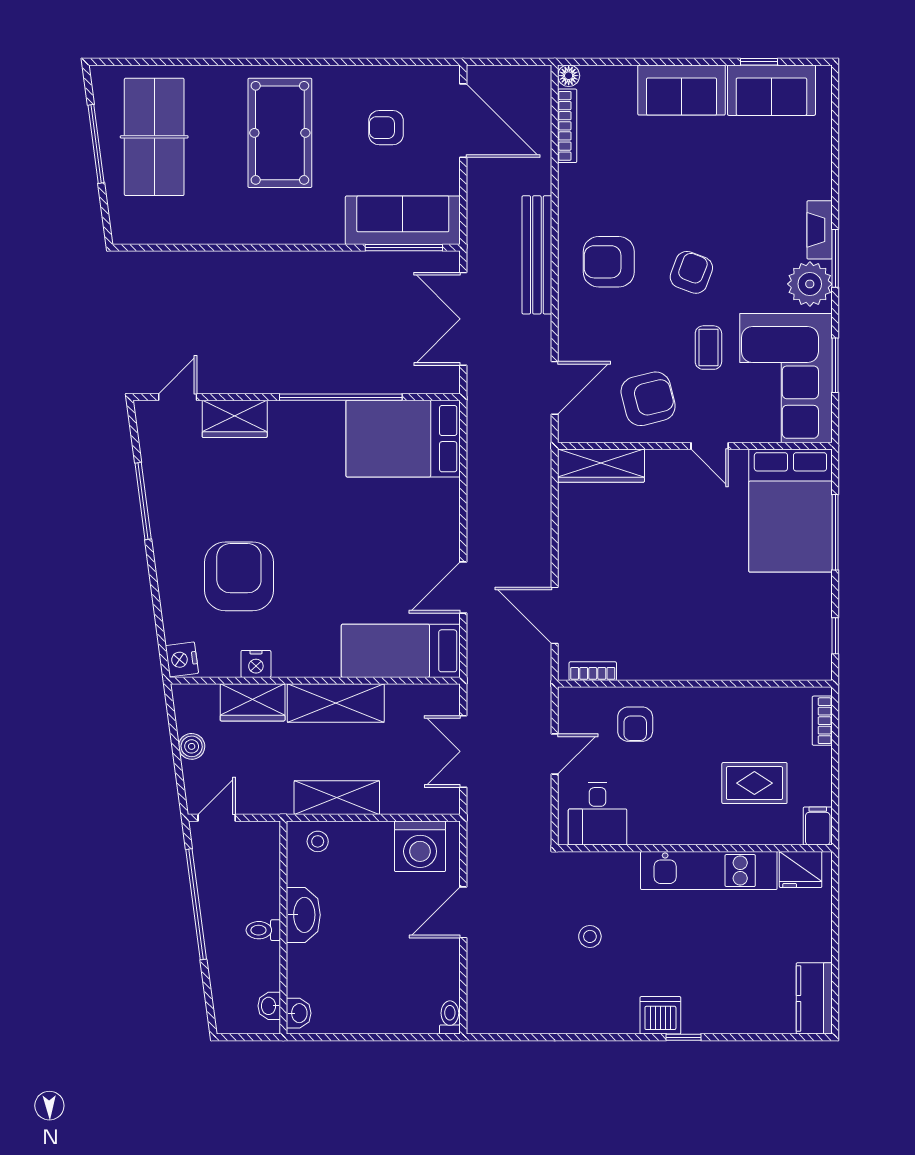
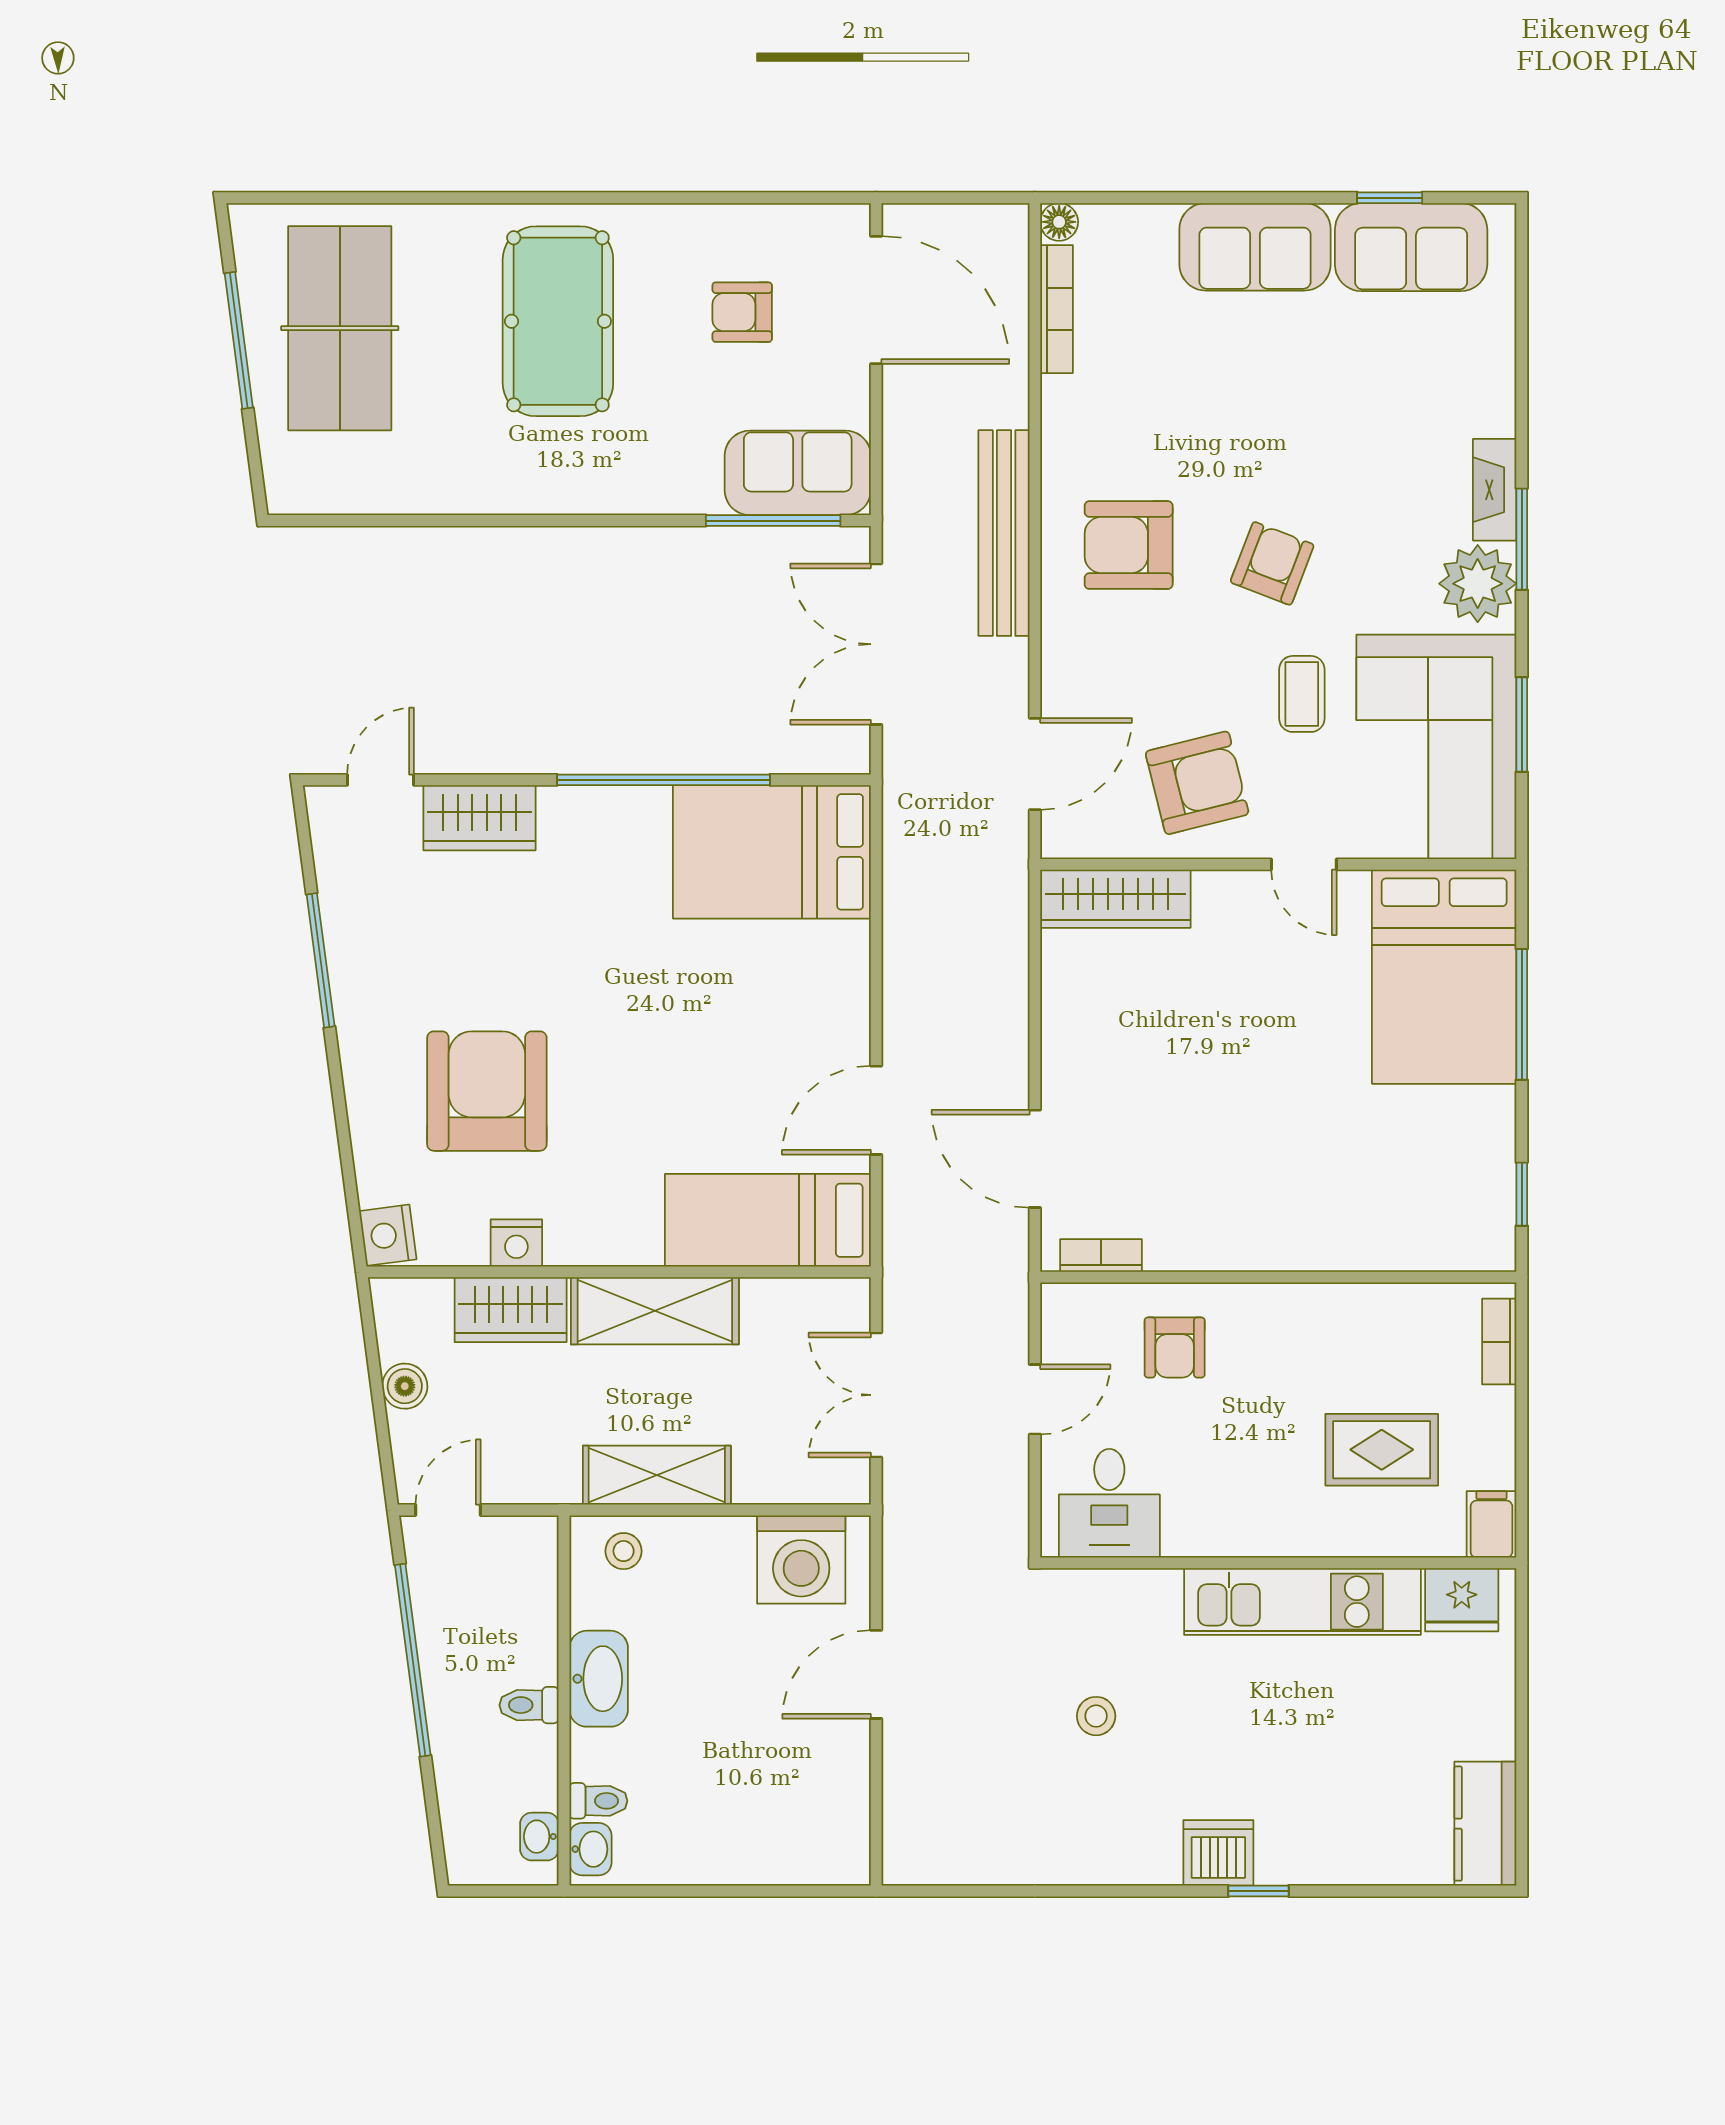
sofa: (403, 220) -> (798, 473), width x0.73
toilet: (450, 1017) -> (598, 1801), moved, turned 90

